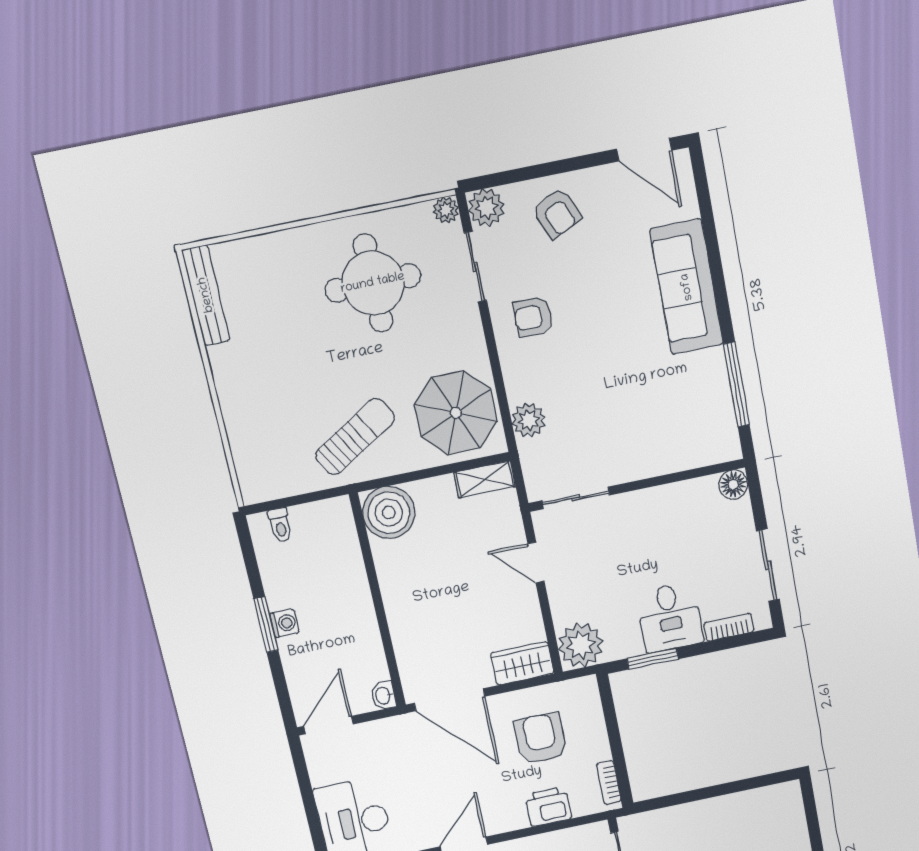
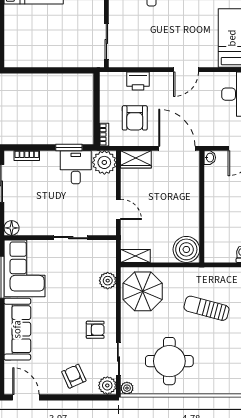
corner sofa: (694, 411) -> (24, 268), added
sun lounger: (355, 437) -> (206, 308), moved, turned 46
sliding door: (576, 498) -> (71, 238), moved
desk: (670, 617) -> (76, 167), moved
bookcase: (609, 782) -> (104, 135), moved

